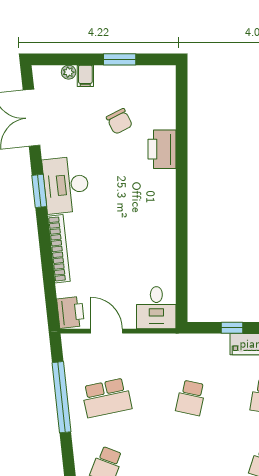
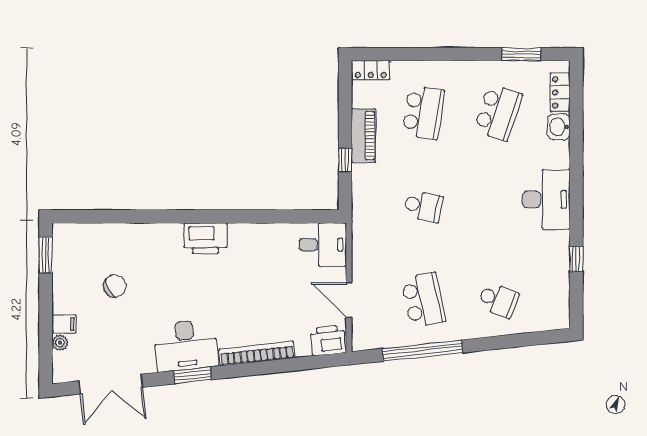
window: (120, 59) -> (46, 255), moved
printer: (162, 149) -> (205, 238), moved
door: (107, 331) -> (349, 300), hinge flipped

